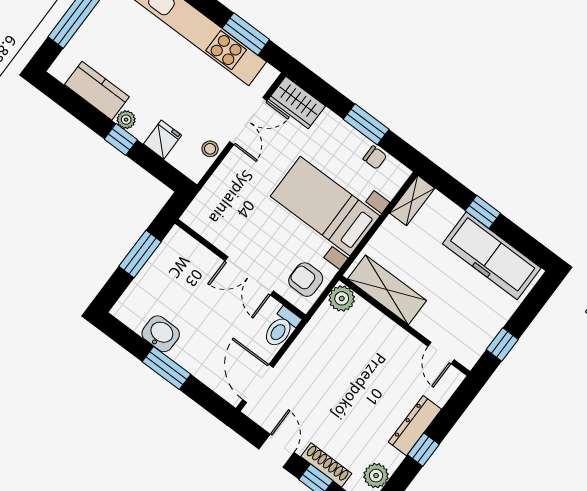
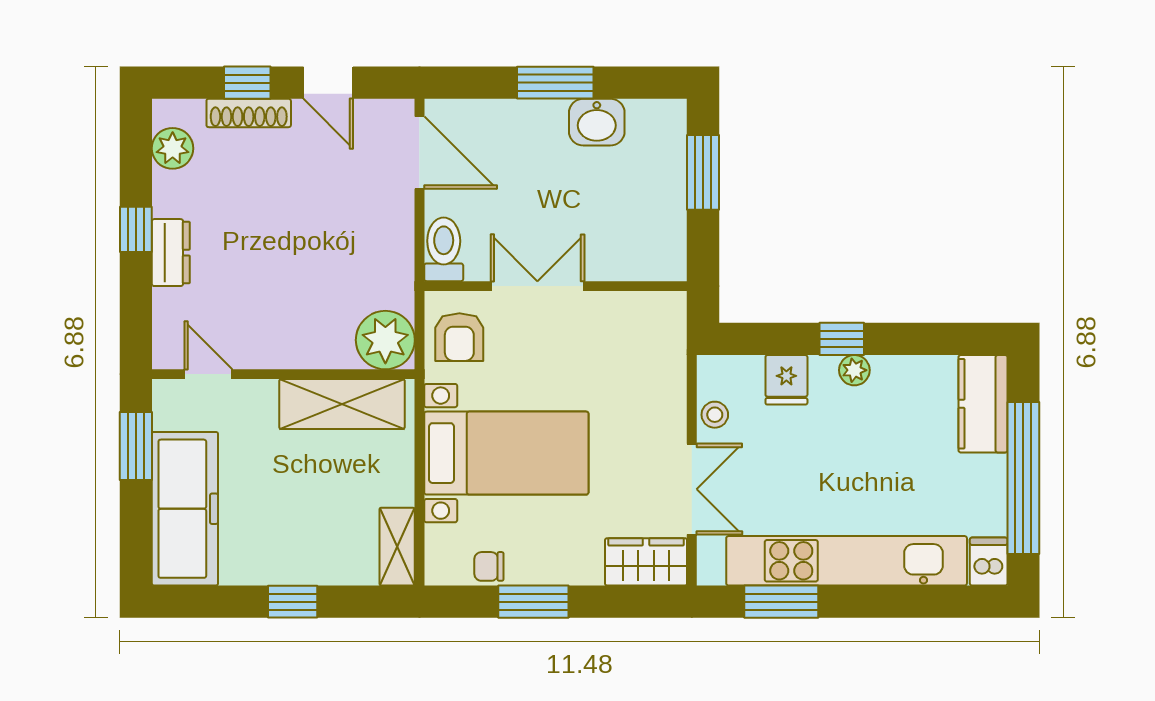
kitchen counter: (97, 91) -> (983, 404), moved, turned 90
double door: (248, 121) -> (692, 489), swing flipped
window: (140, 254) -> (703, 172), moved
freezer: (492, 256) -> (185, 509), moved, turned 90
armchair: (306, 280) -> (459, 337), turned 90
plant: (342, 298) -> (385, 340), width x1.36, depth x1.36
window: (502, 344) -> (136, 446), width x1.50
dresser: (415, 426) -> (171, 253), width x0.70

